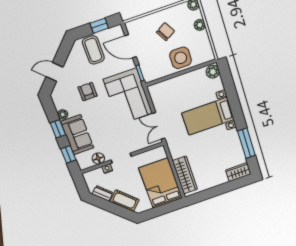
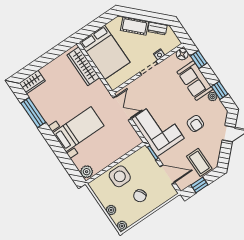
window: (58, 129) -> (220, 90), moved
floor lamp: (98, 158) -> (182, 54), moved

